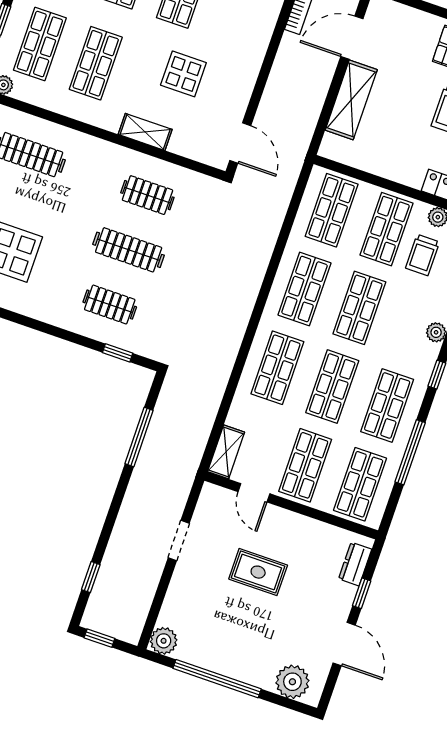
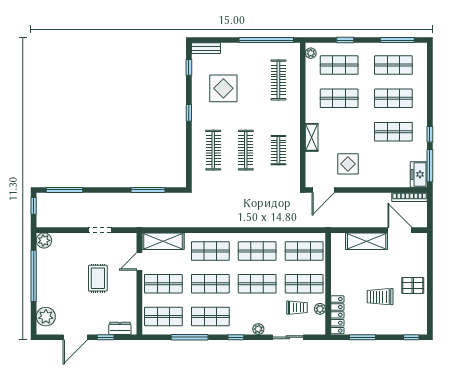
display table: (183, 74) -> (348, 164), moved
trolley: (423, 255) -> (297, 308), turned 180
clothes rail: (110, 305) -> (213, 150), width x1.36
window: (118, 353) -> (189, 113), moved
shelving: (226, 452) -> (163, 241), width x1.50, depth x1.33
window: (91, 577) -> (65, 190), width x2.17

